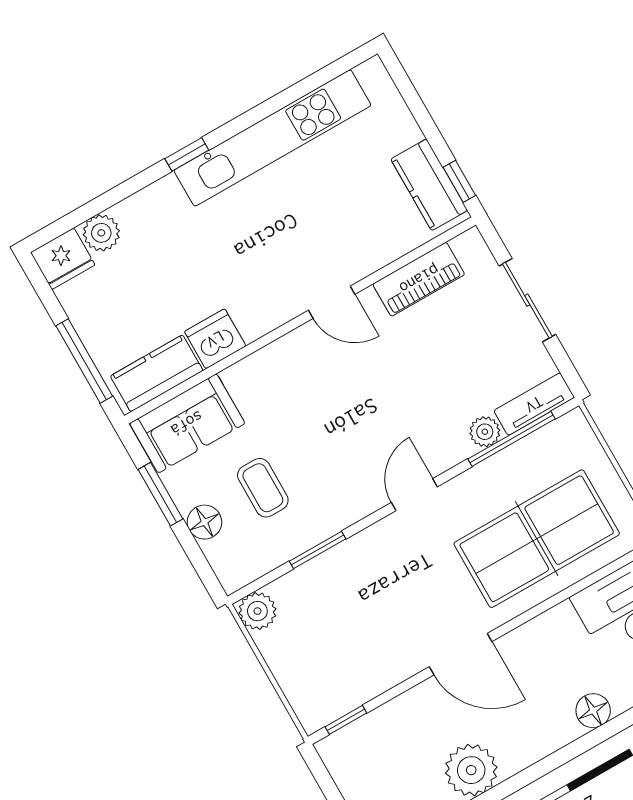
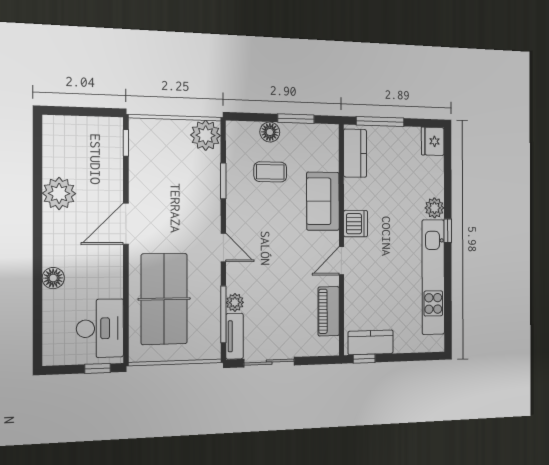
plant: (101, 233) -> (435, 208), moved
sliding door: (527, 300) -> (269, 362), moved
dishwasher: (215, 339) -> (356, 224), moved
sofa: (187, 423) -> (323, 201), moved
plant: (257, 611) -> (206, 135), width x1.36, depth x1.36

